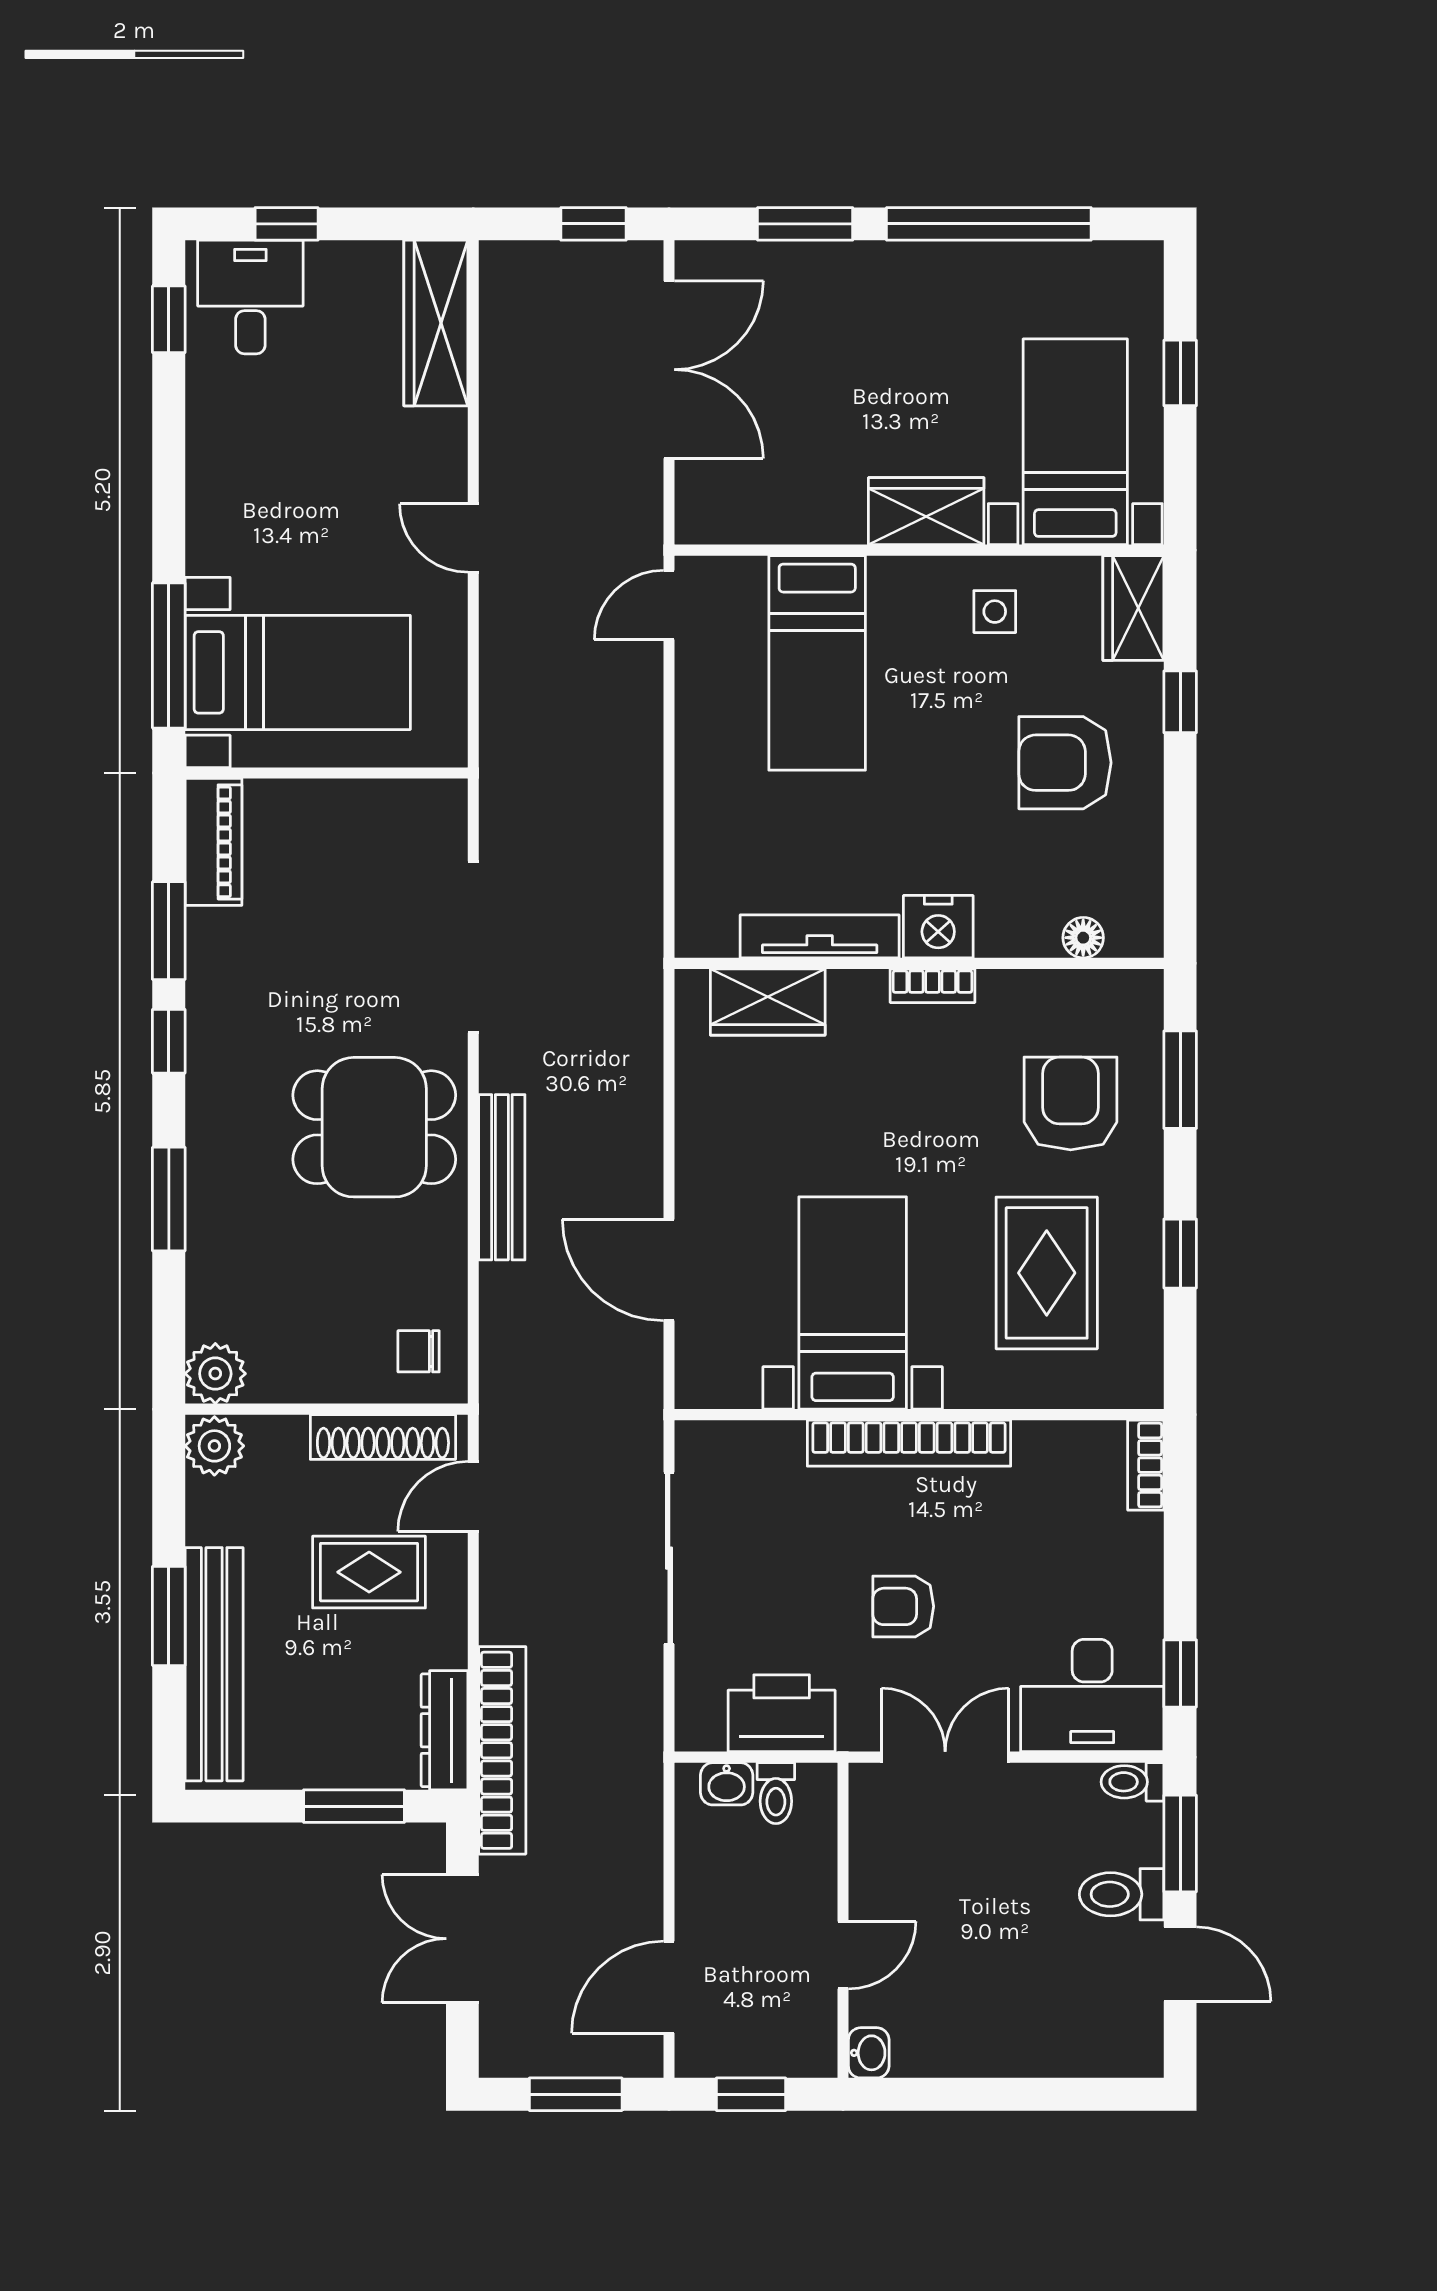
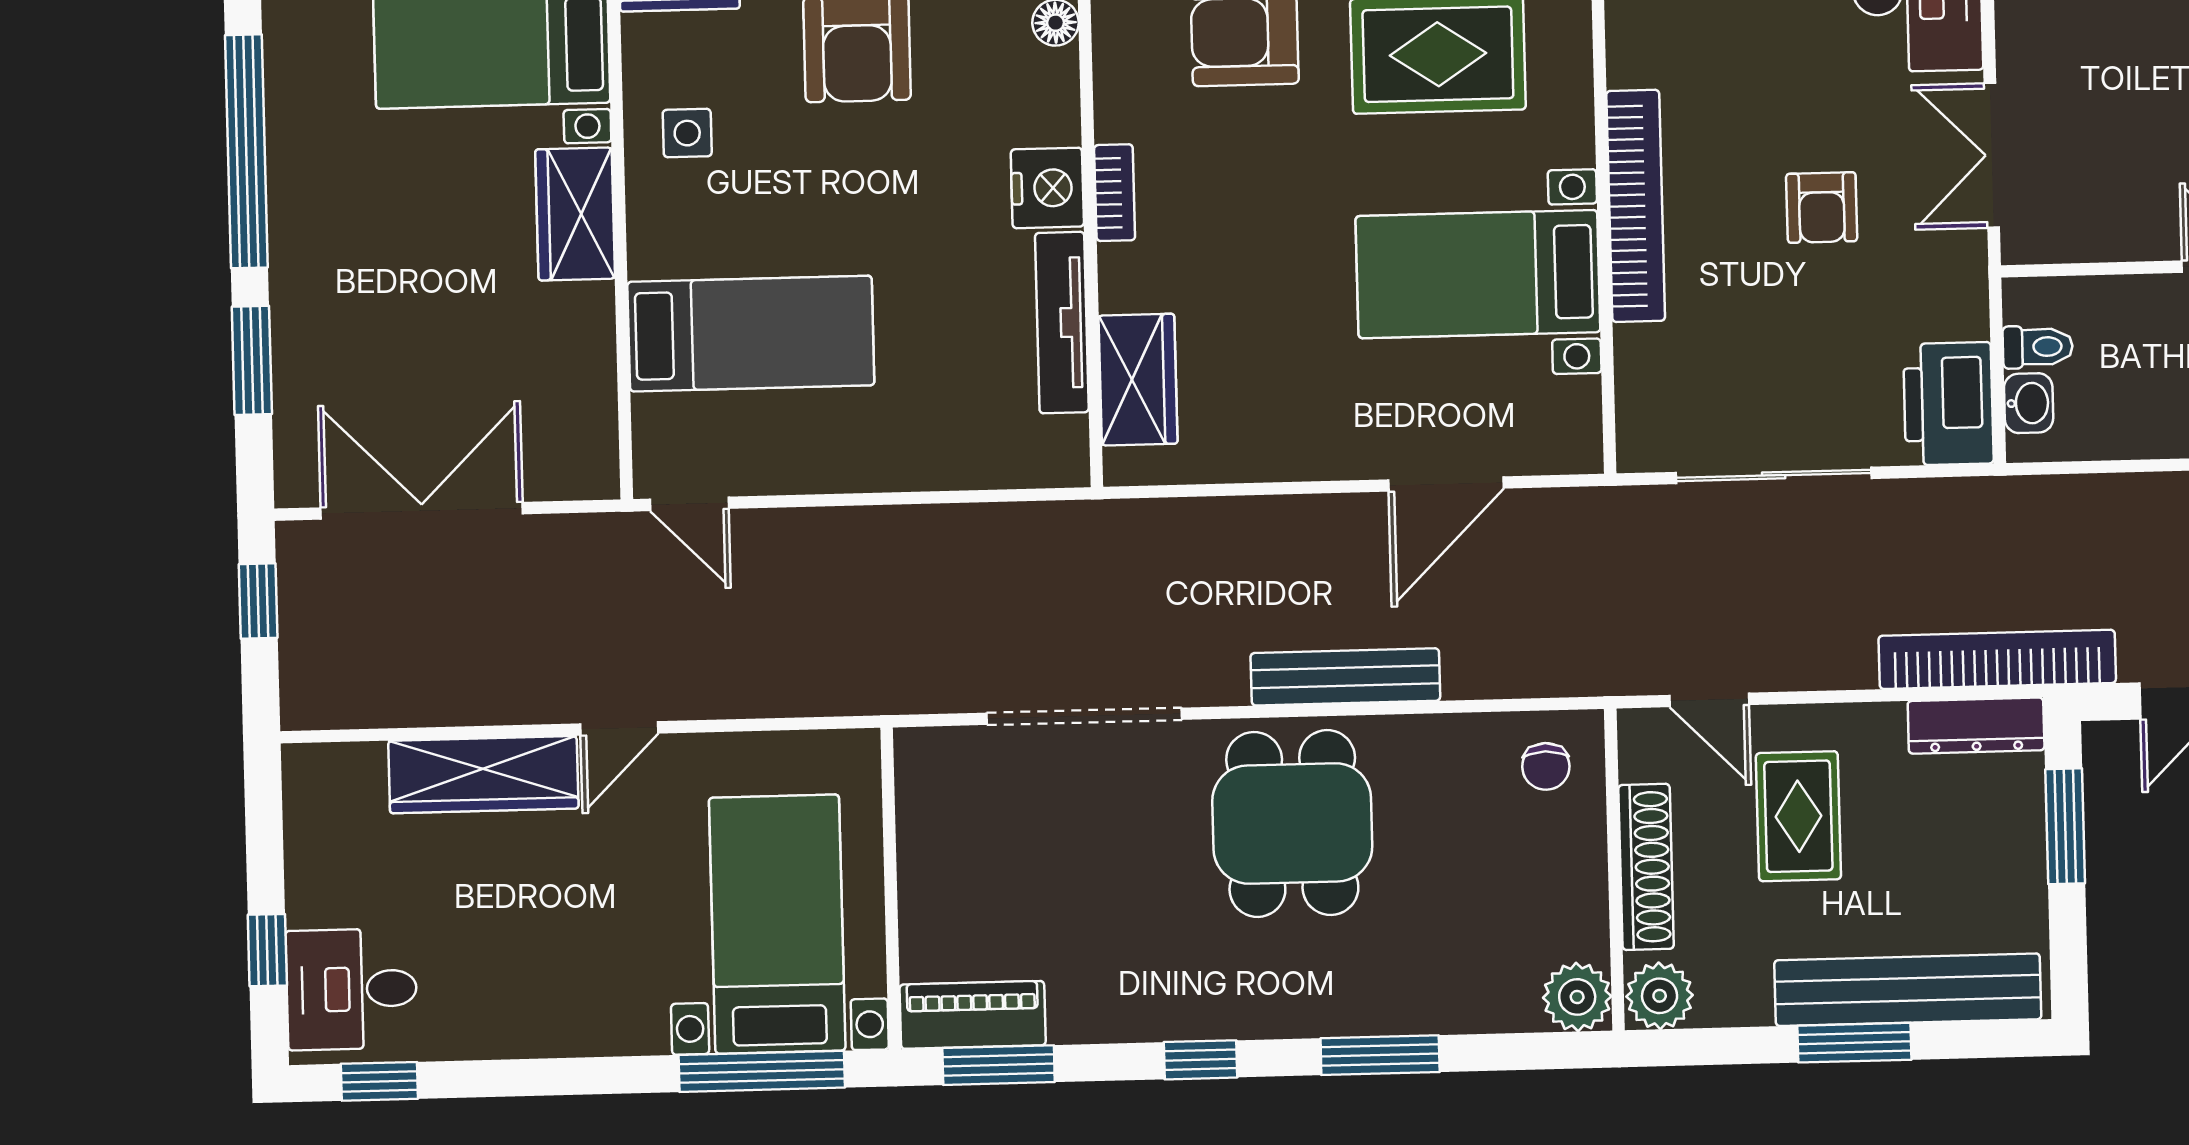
wardrobe: (436, 323) -> (483, 775), moved
window: (169, 931) -> (999, 1065), moved
shoe rack: (383, 1437) -> (1646, 867), moved
printer: (782, 1713) -> (1948, 404), moved

